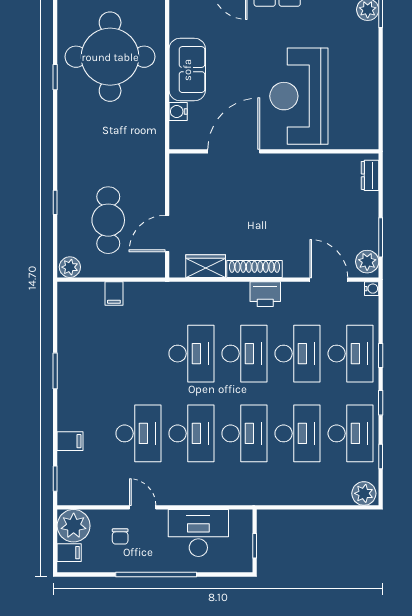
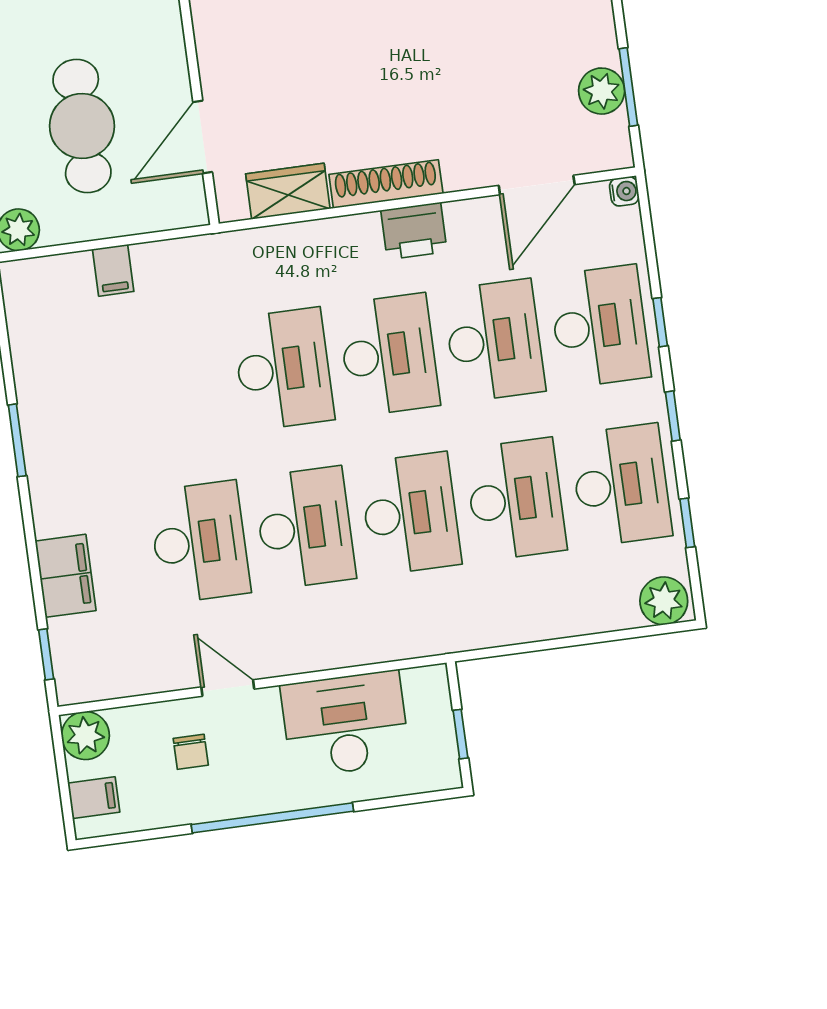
plant: (367, 262) -> (602, 91), moved
door: (329, 280) -> (537, 185), swing flipped
filing cabinet: (70, 441) -> (65, 576), width x2.00
plant: (74, 526) -> (85, 736), width x0.73, depth x0.73

